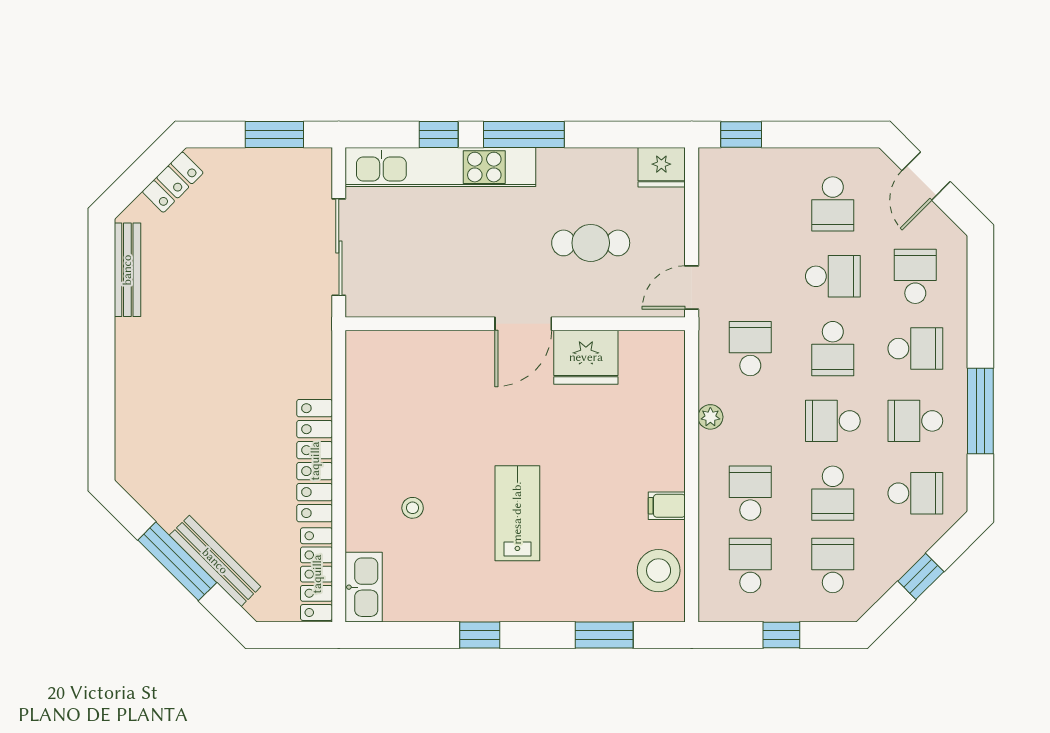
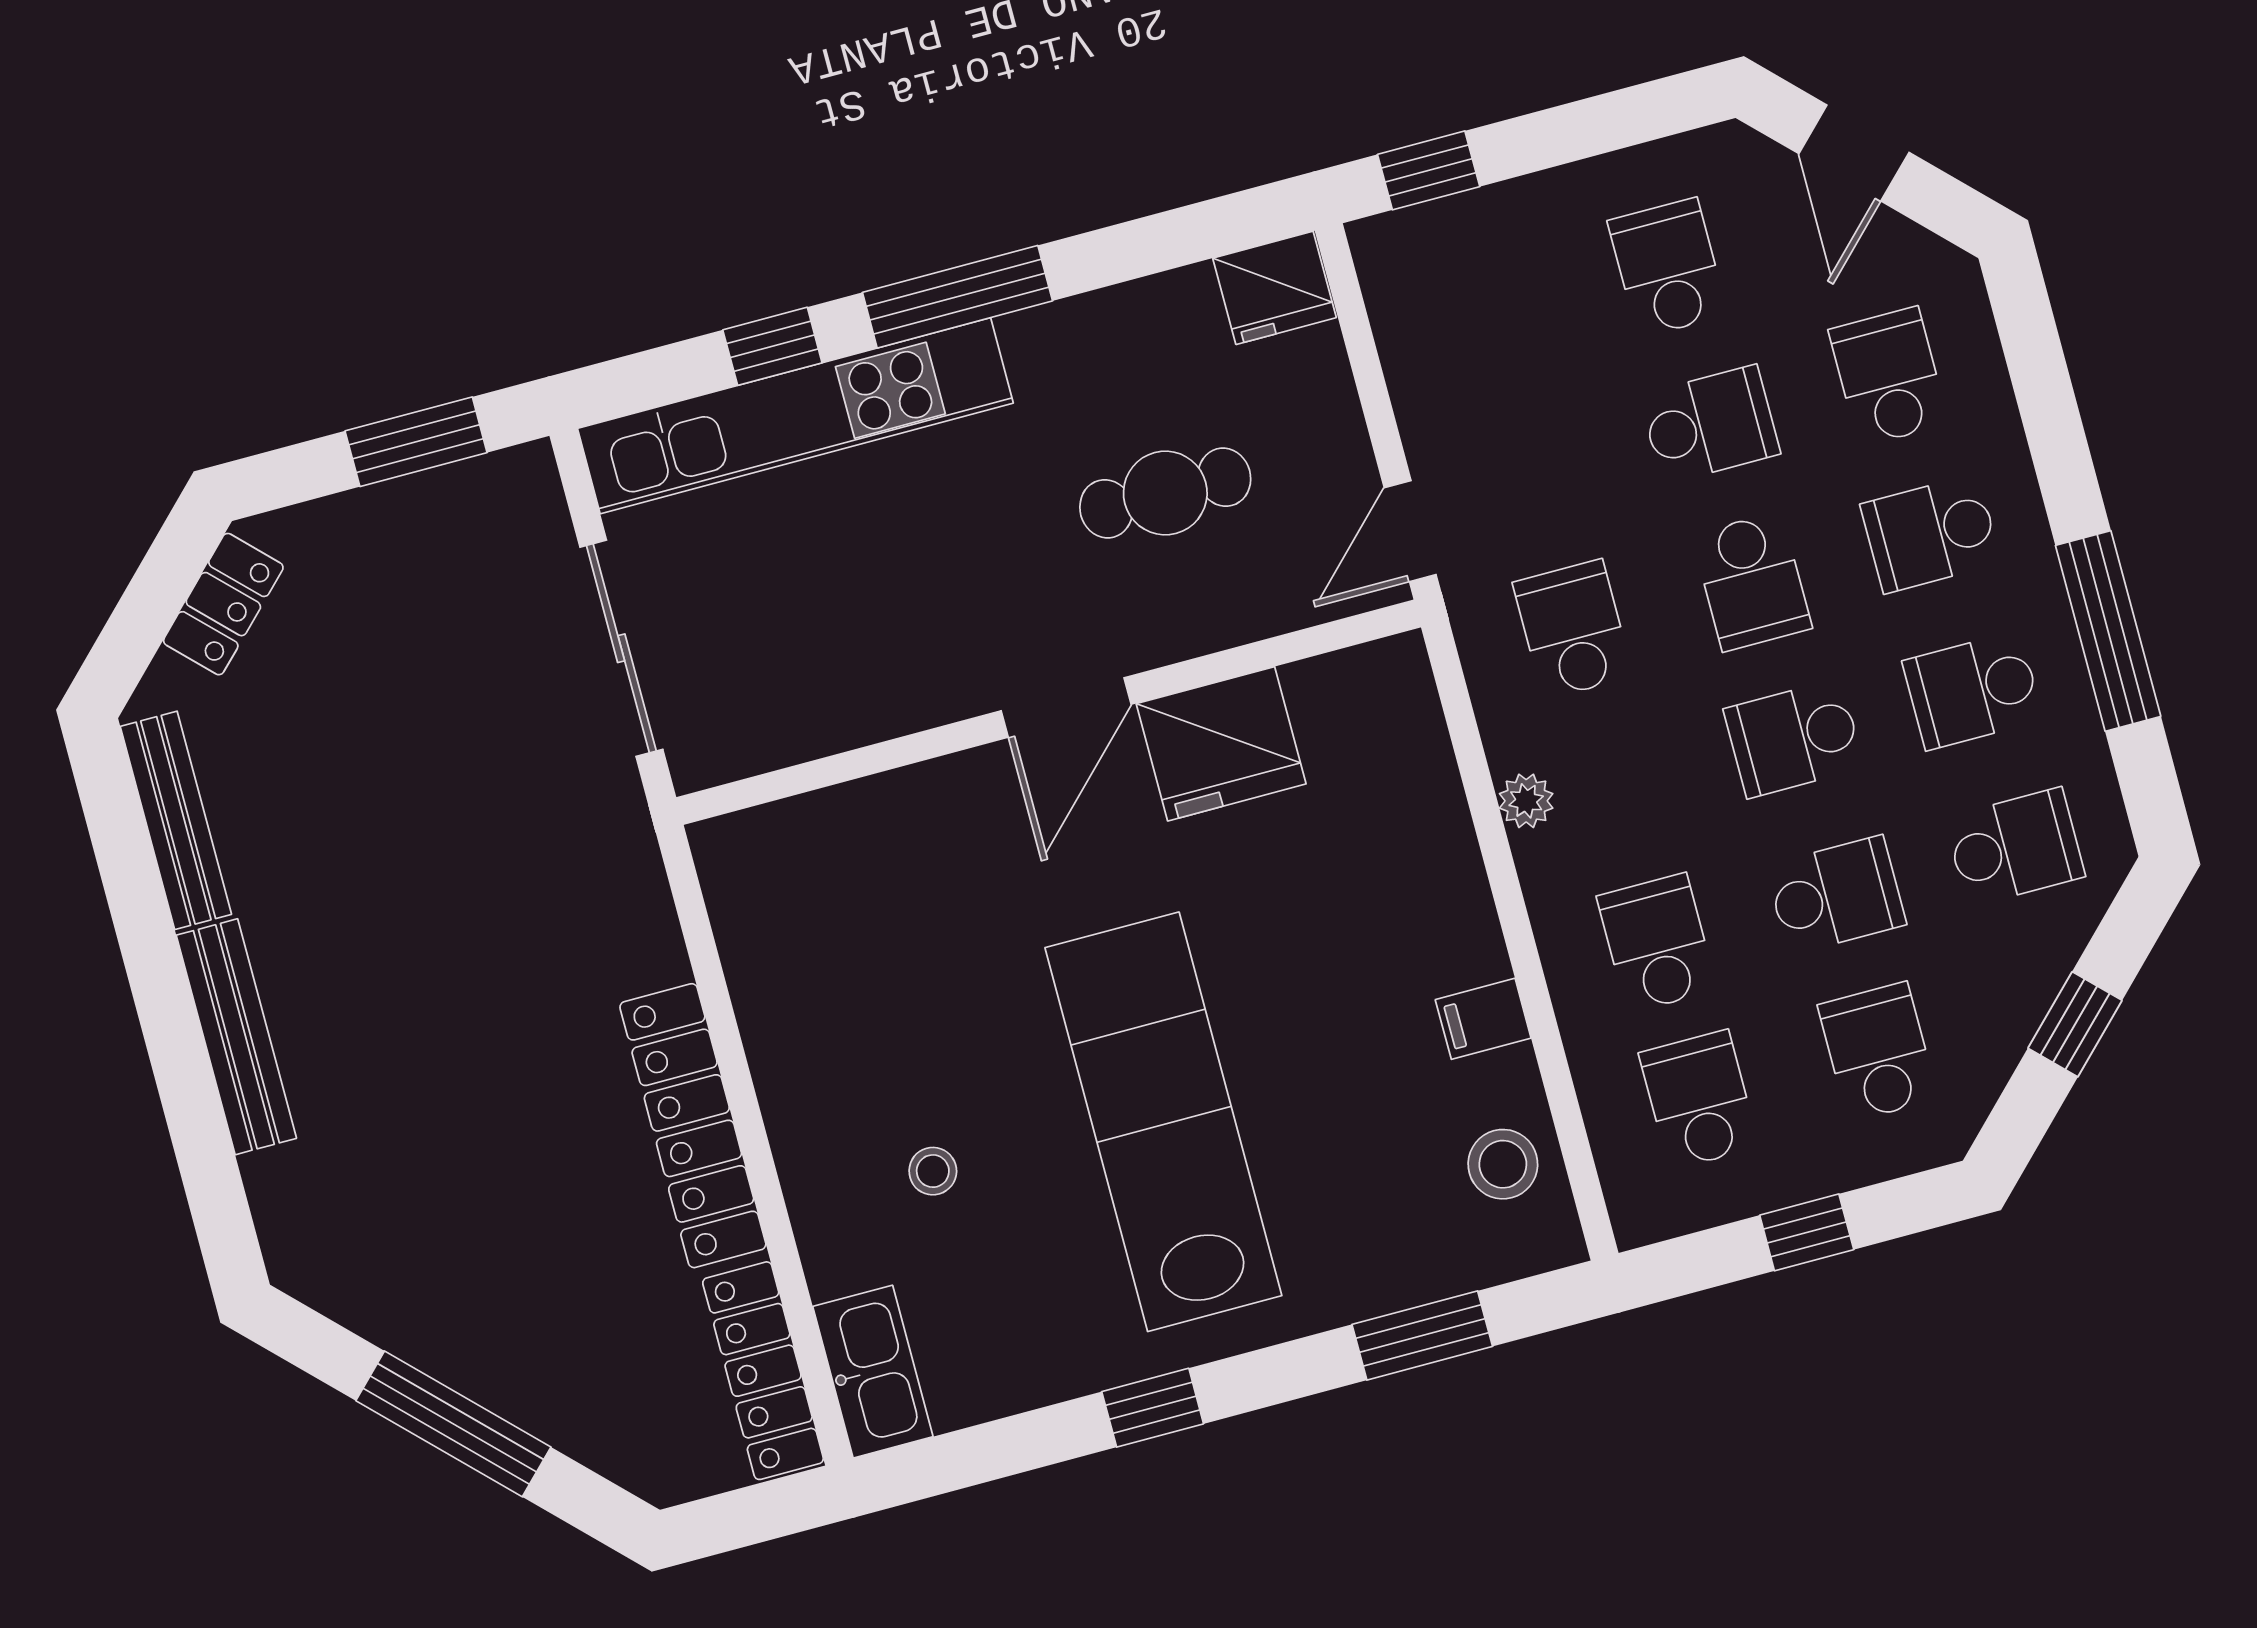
school desk: (833, 204) -> (1668, 268), turned 180
school desk: (915, 349) -> (1931, 534), turned 180
school desk: (833, 493) -> (1836, 895), turned -90
lab bench: (517, 513) -> (1163, 1122), width x1.86, depth x1.39
bench: (215, 561) -> (236, 1037), moved, turned 45
stool: (659, 571) -> (1503, 1164), width x0.73, depth x0.73

